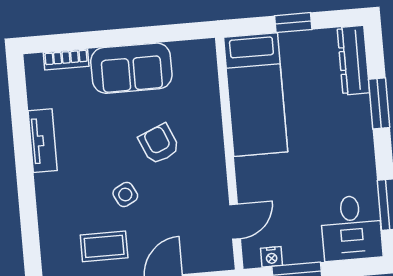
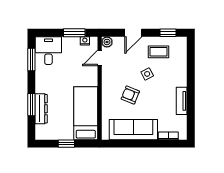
dresser: (353, 60) -> (41, 109), moved
sofa: (131, 68) -> (133, 130), width x1.36
armchair: (159, 144) -> (130, 95), turned 135
plant: (222, 258) -> (107, 42), added

